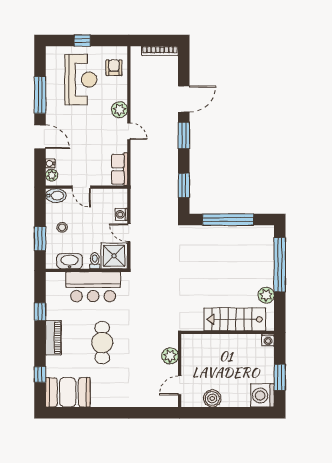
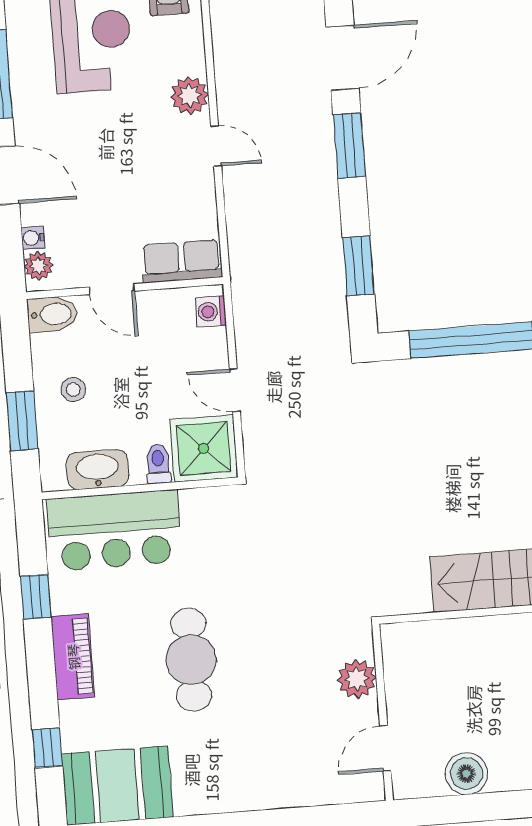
row of seats: (120, 169) -> (182, 261), moved, turned 90
washing machine: (121, 214) -> (211, 311), moved
bar counter: (93, 287) -> (114, 530), moved

